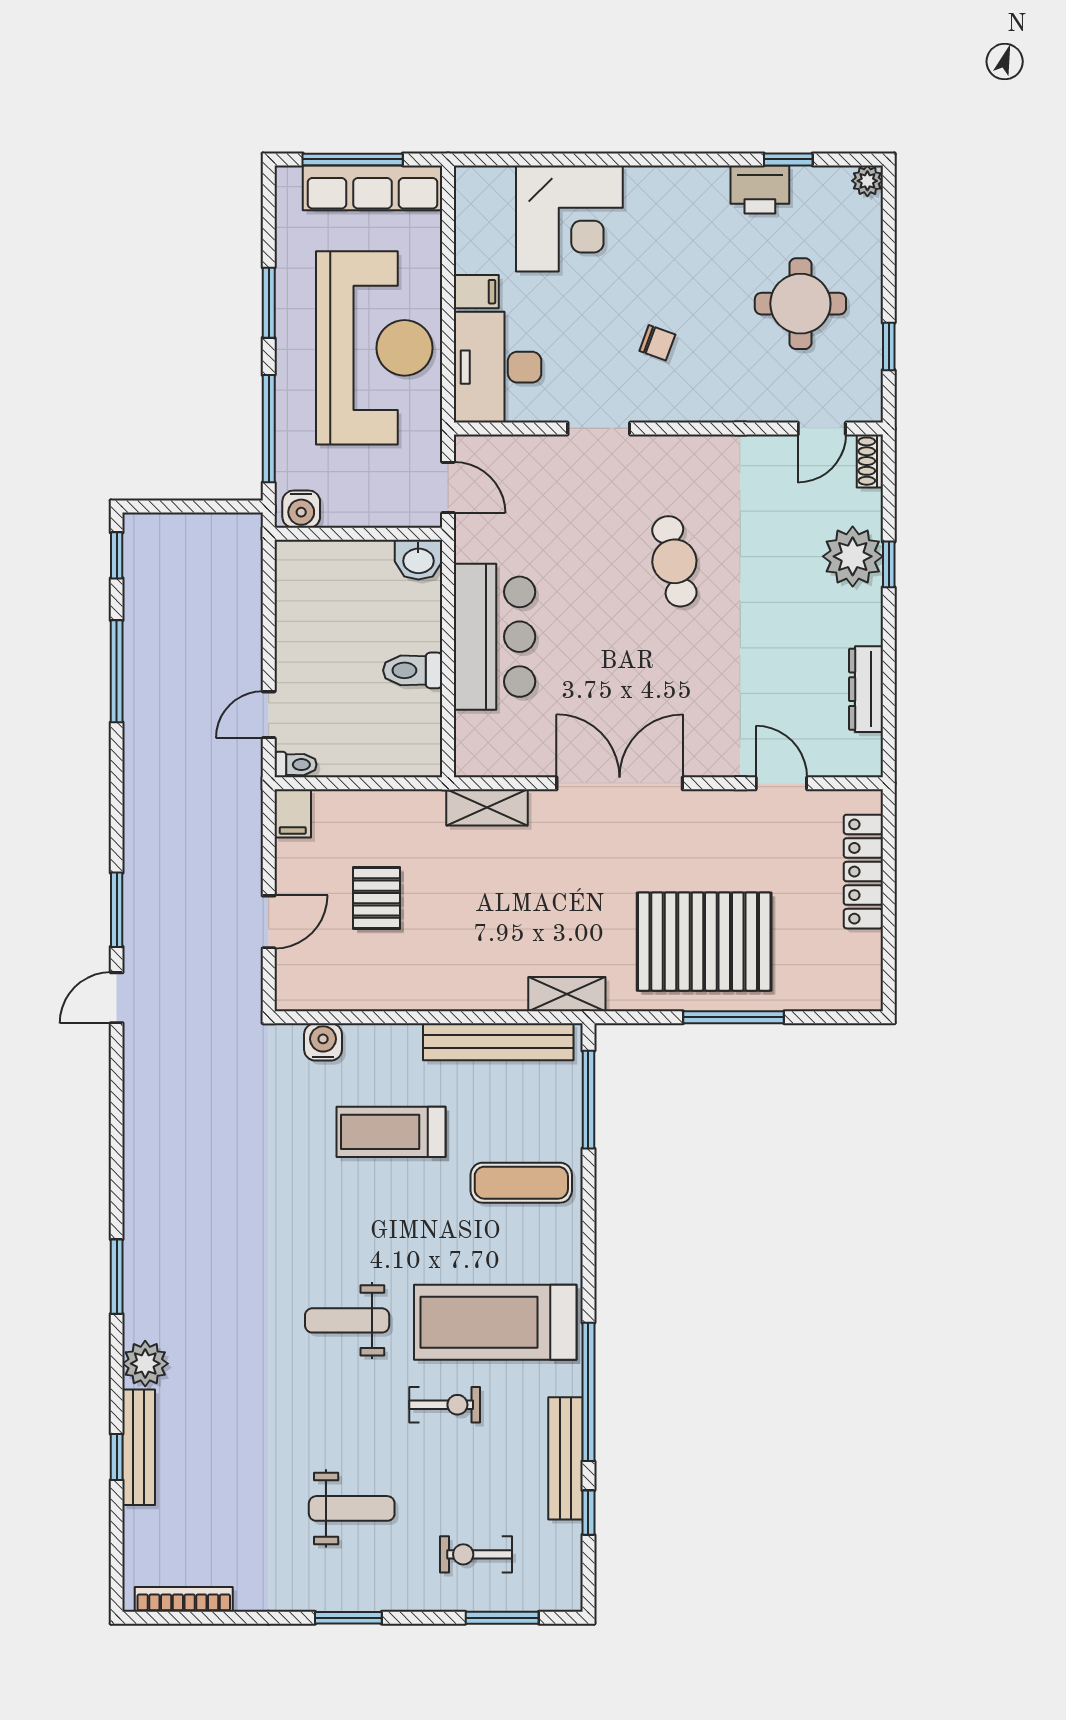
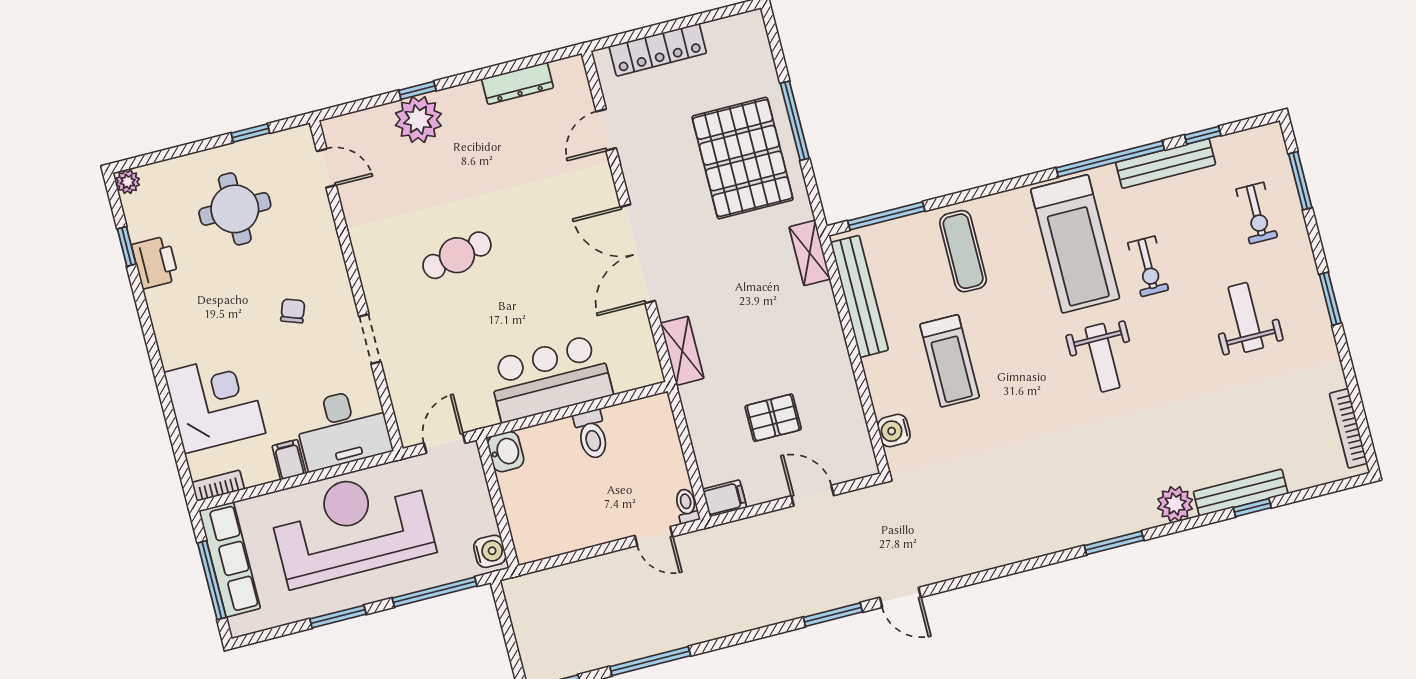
bookcase: (466, 197) -> (218, 486), added
shoe rack: (870, 461) -> (342, 125), removed
exercise bike: (445, 1405) -> (1148, 266), turned 180

